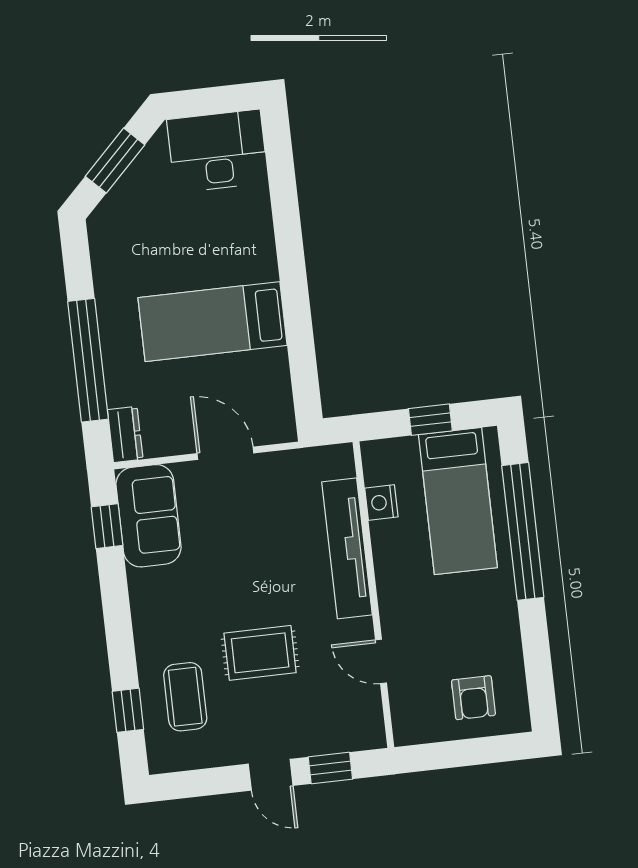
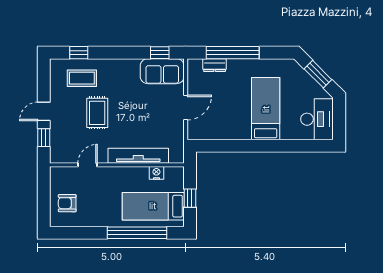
bed: (213, 322) -> (266, 109), moved
dresser: (125, 434) -> (215, 65), moved

